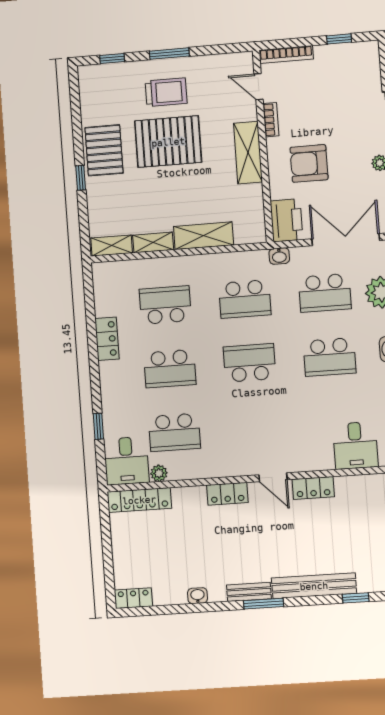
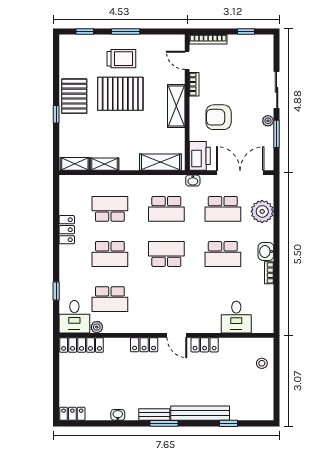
shelving: (204, 236) -> (160, 162), moved

